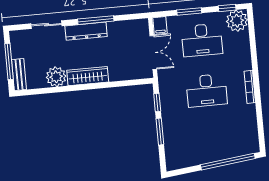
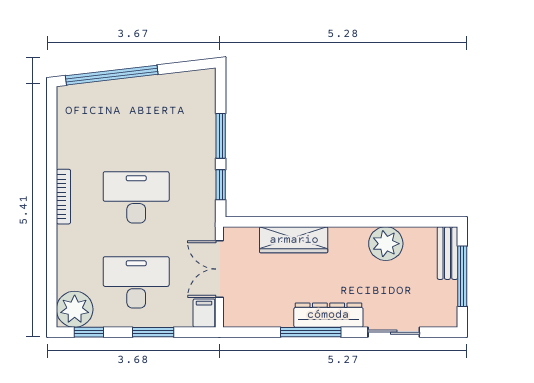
wardrobe: (88, 76) -> (294, 240), moved

